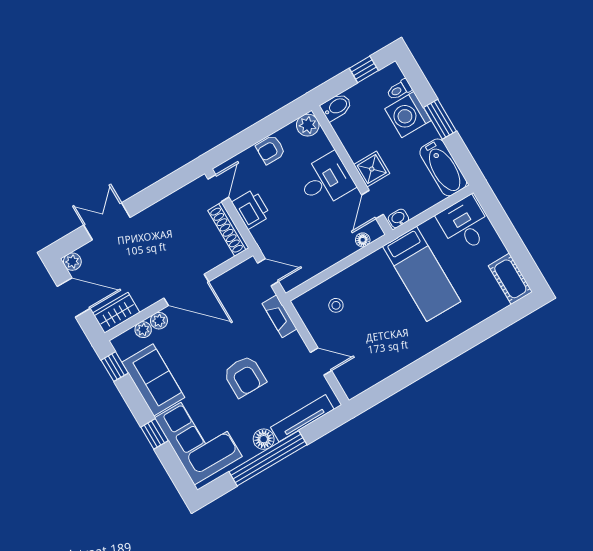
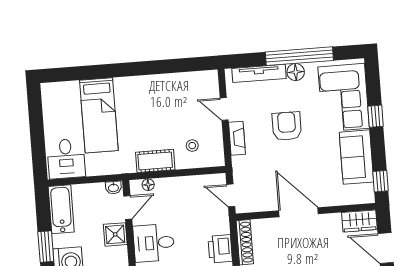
bed: (422, 274) -> (99, 115), moved, turned 180
cot: (510, 279) -> (155, 161), moved, turned 90
fireplace: (279, 316) -> (237, 138), moved
plant: (159, 321) -> (330, 199), removed
plant: (143, 330) -> (345, 198), removed

